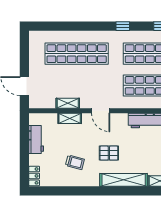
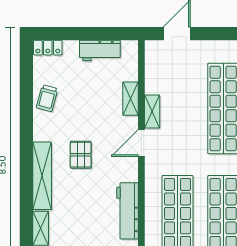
shelving: (68, 103) -> (152, 111), moved
trolley: (75, 162) -> (47, 98), moved

